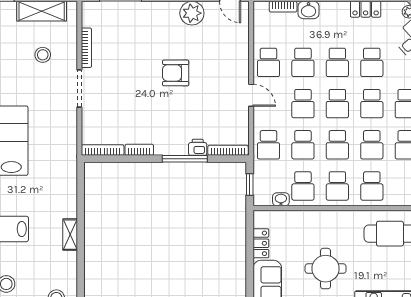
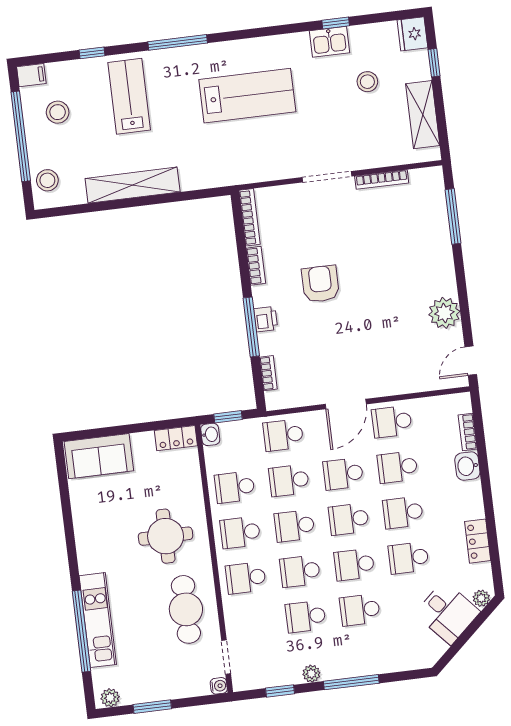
stool: (43, 55) -> (367, 82), moved
armchair: (176, 73) -> (320, 284), moved
door: (251, 95) -> (346, 404), width x1.38
printer: (198, 147) -> (266, 319), moved
bookcase: (228, 150) -> (268, 373), width x0.64
washbasin: (281, 199) -> (210, 434), moved
shelving: (70, 235) -> (133, 185), width x2.20, depth x1.33
locker: (261, 243) -> (176, 438), moved
round table: (326, 269) -> (166, 536), moved

